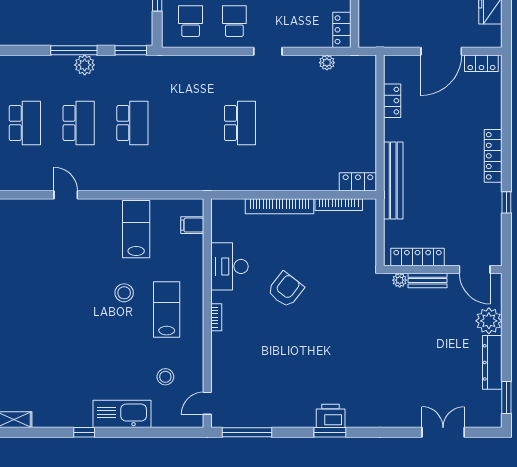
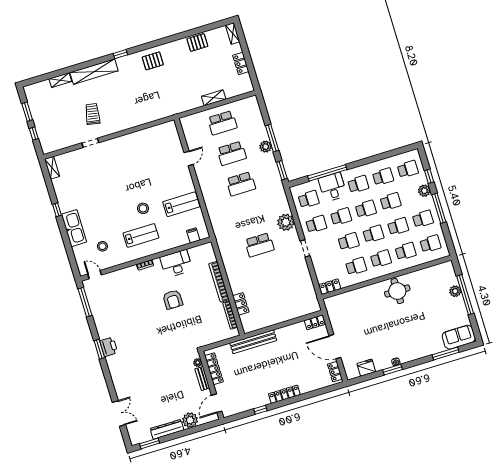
plant: (327, 63) -> (286, 222), moved, width x1.88, depth x1.88
locker: (392, 101) -> (315, 322), moved
locker: (358, 182) -> (241, 304), moved
armchair: (286, 290) -> (173, 300), turned 52

